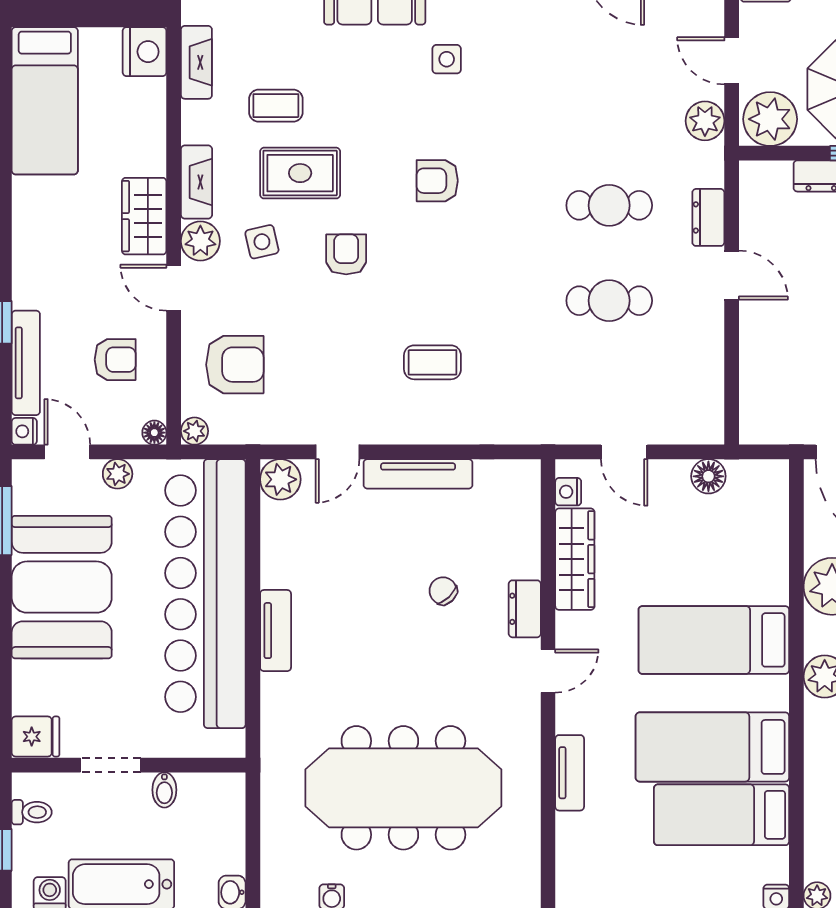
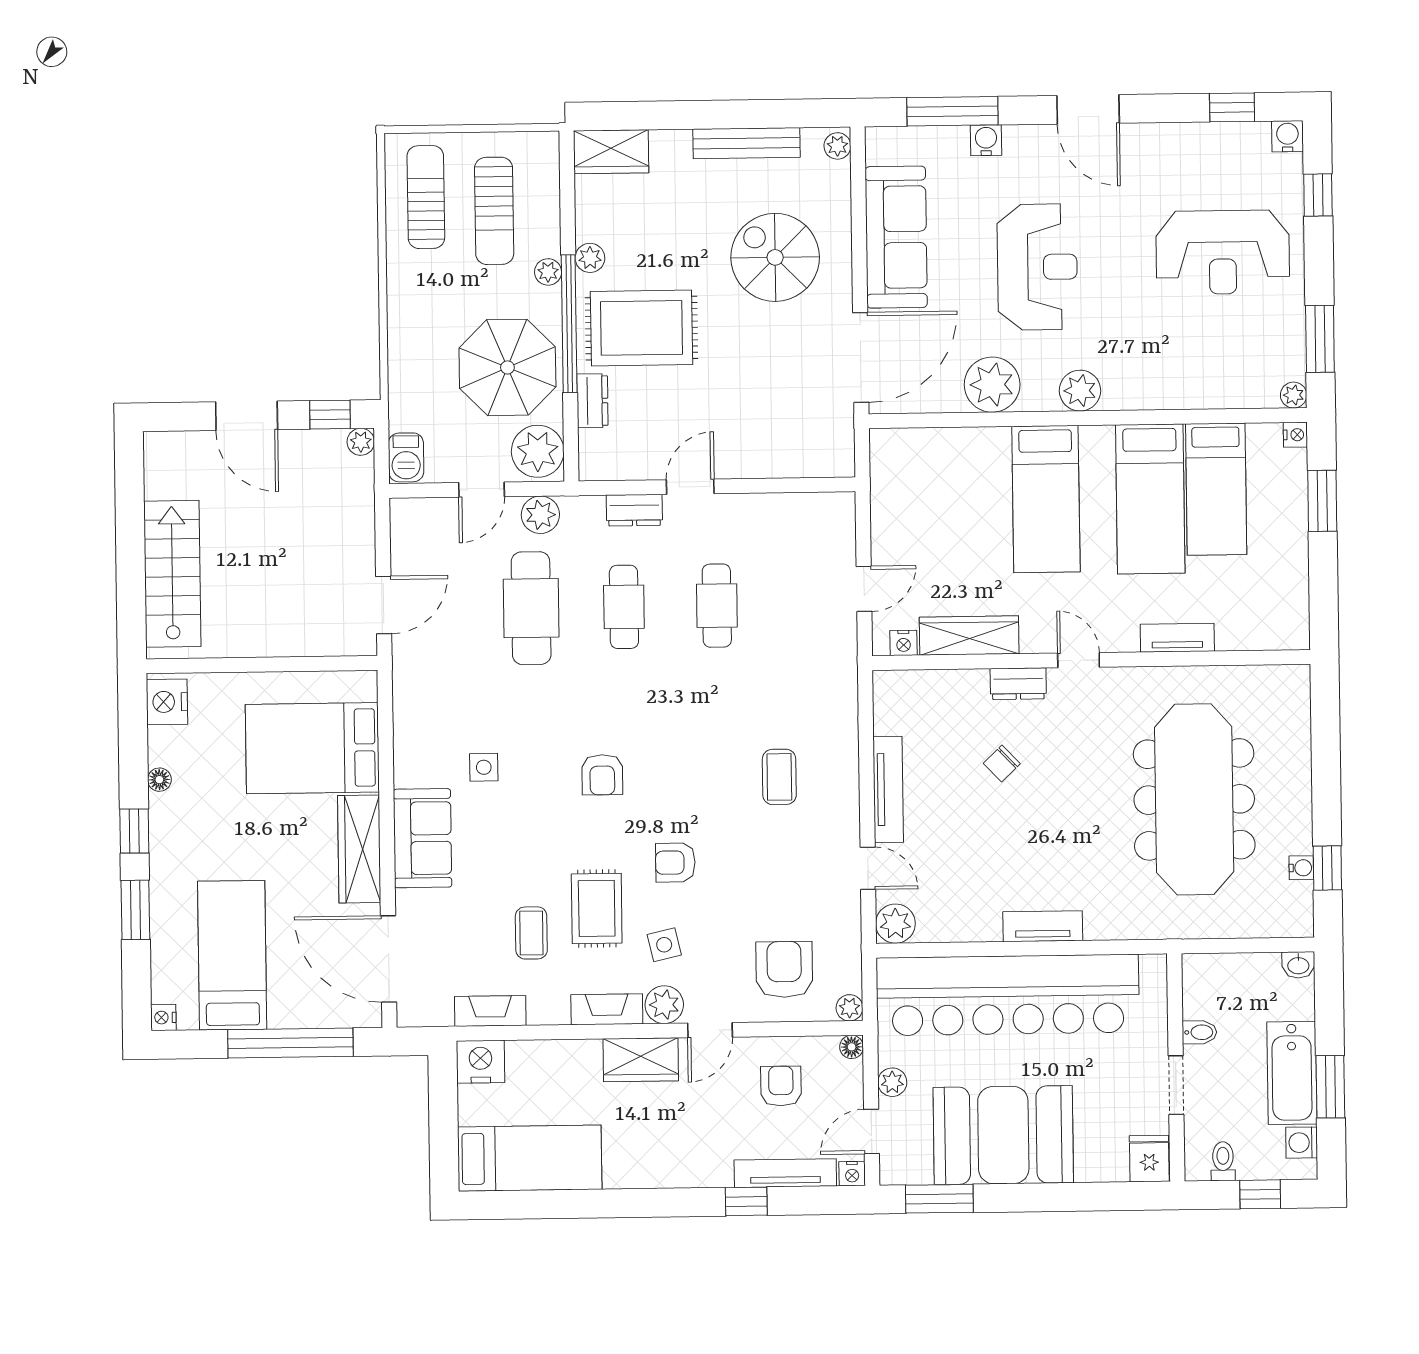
cafe table: (609, 110) -> (531, 608), added
floor lamp: (708, 476) -> (887, 507), removed

